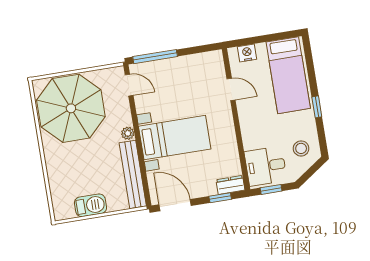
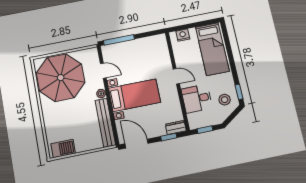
door: (129, 85) -> (103, 71), moved
door: (231, 89) -> (176, 76), moved
window: (317, 107) -> (239, 92), moved
desk: (266, 166) -> (197, 99), moved
barbecue: (90, 205) -> (63, 149), moved

